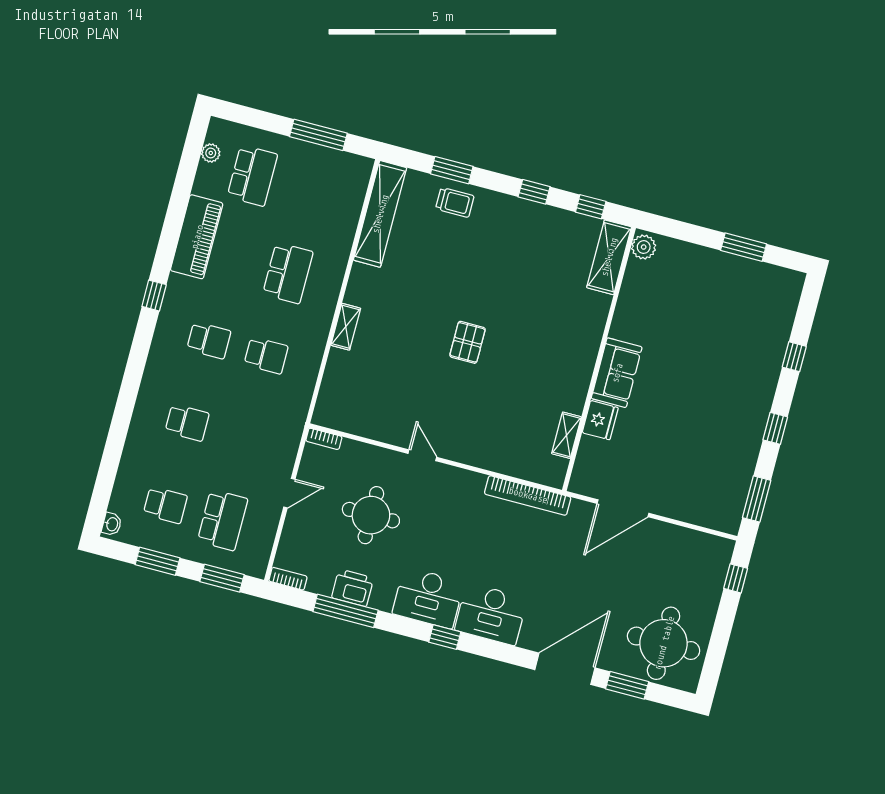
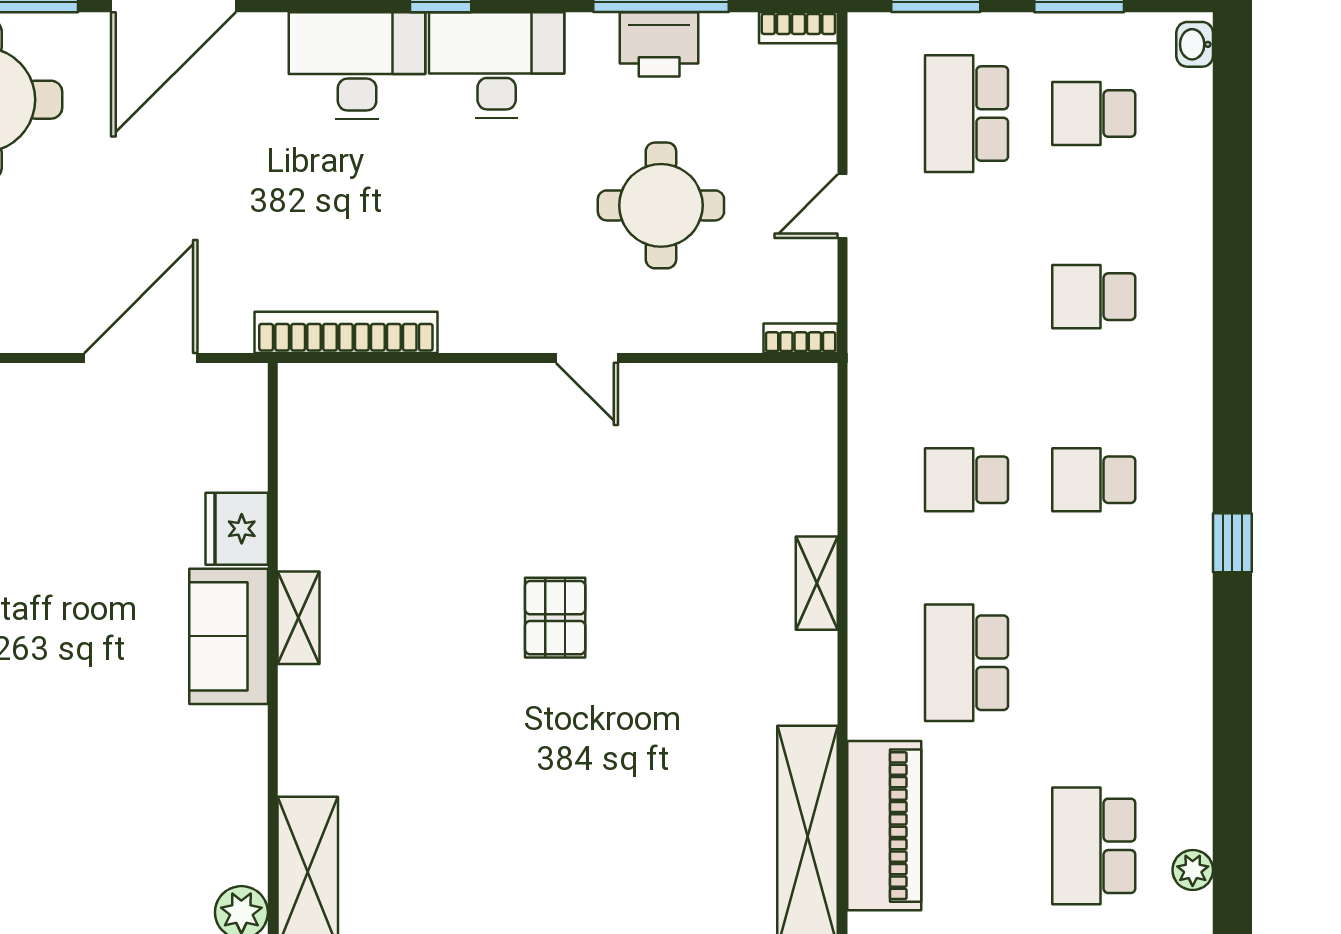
trolley: (455, 202) -> (658, 901), removed
piano: (197, 237) -> (884, 826), moved, turned 180
shelving: (566, 435) -> (298, 618), moved

